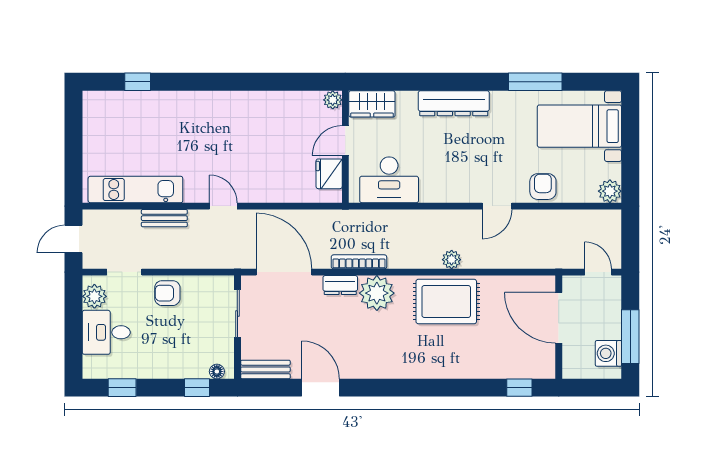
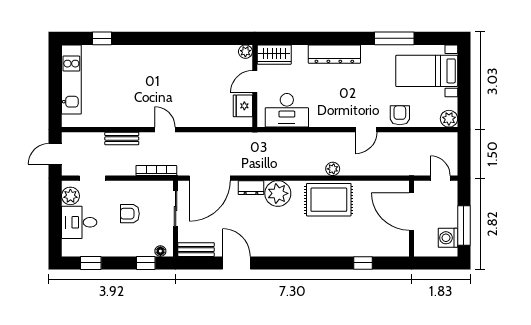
kitchen unit: (135, 190) -> (71, 79), moved, turned 90
bookcase: (359, 262) -> (156, 171), moved
door: (284, 272) -> (210, 178), swing flipped
armchair: (167, 293) -> (130, 214), moved
window: (519, 388) -> (363, 263), moved

